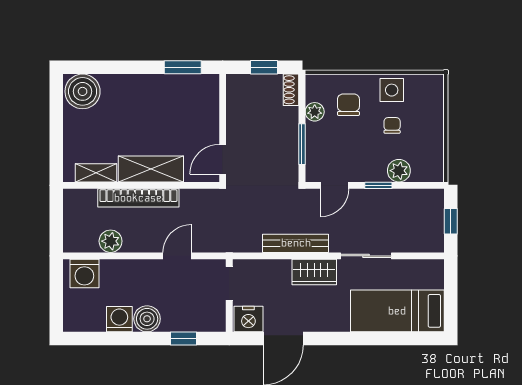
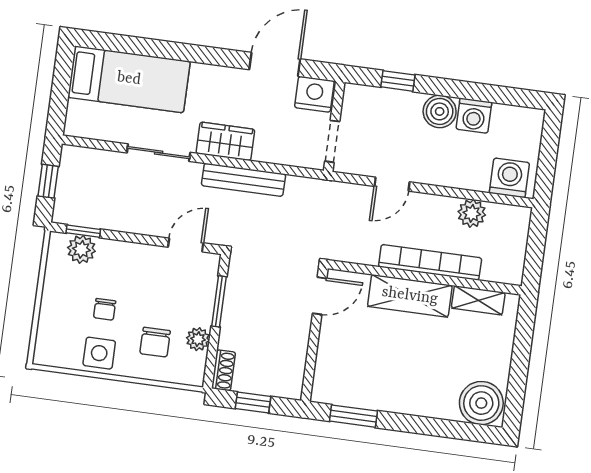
plant: (399, 171) -> (81, 249), moved
window: (378, 185) -> (83, 231), moved

